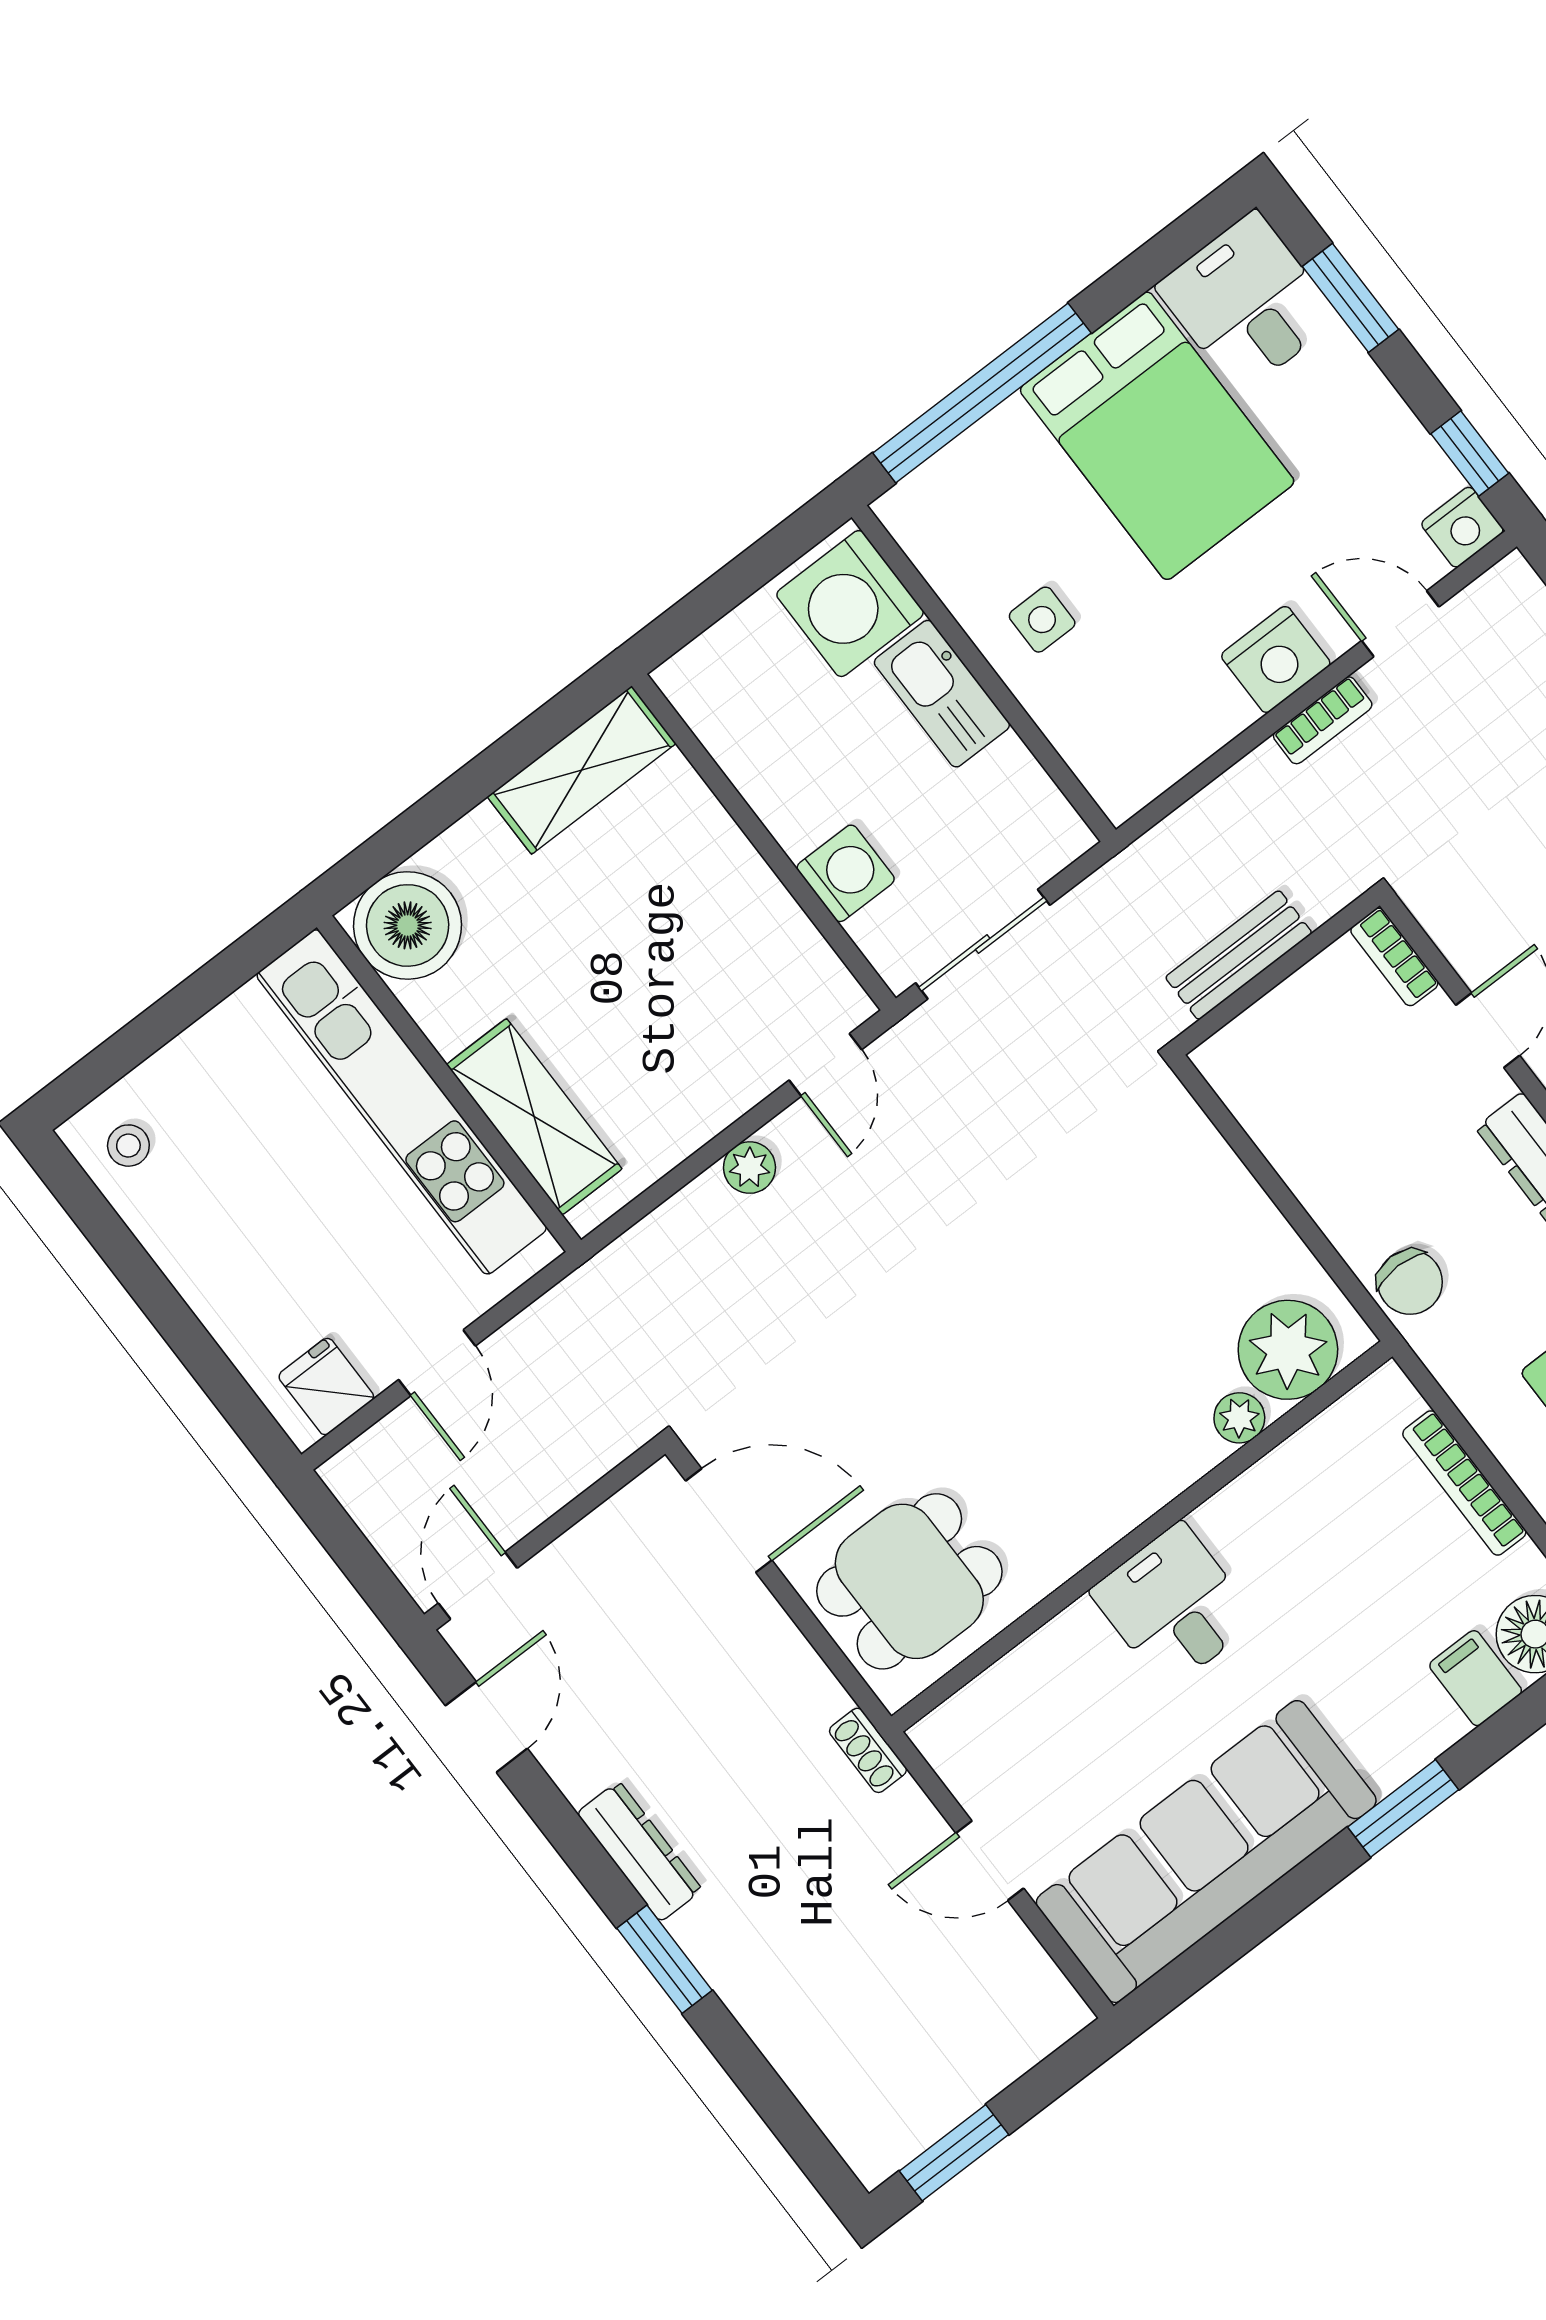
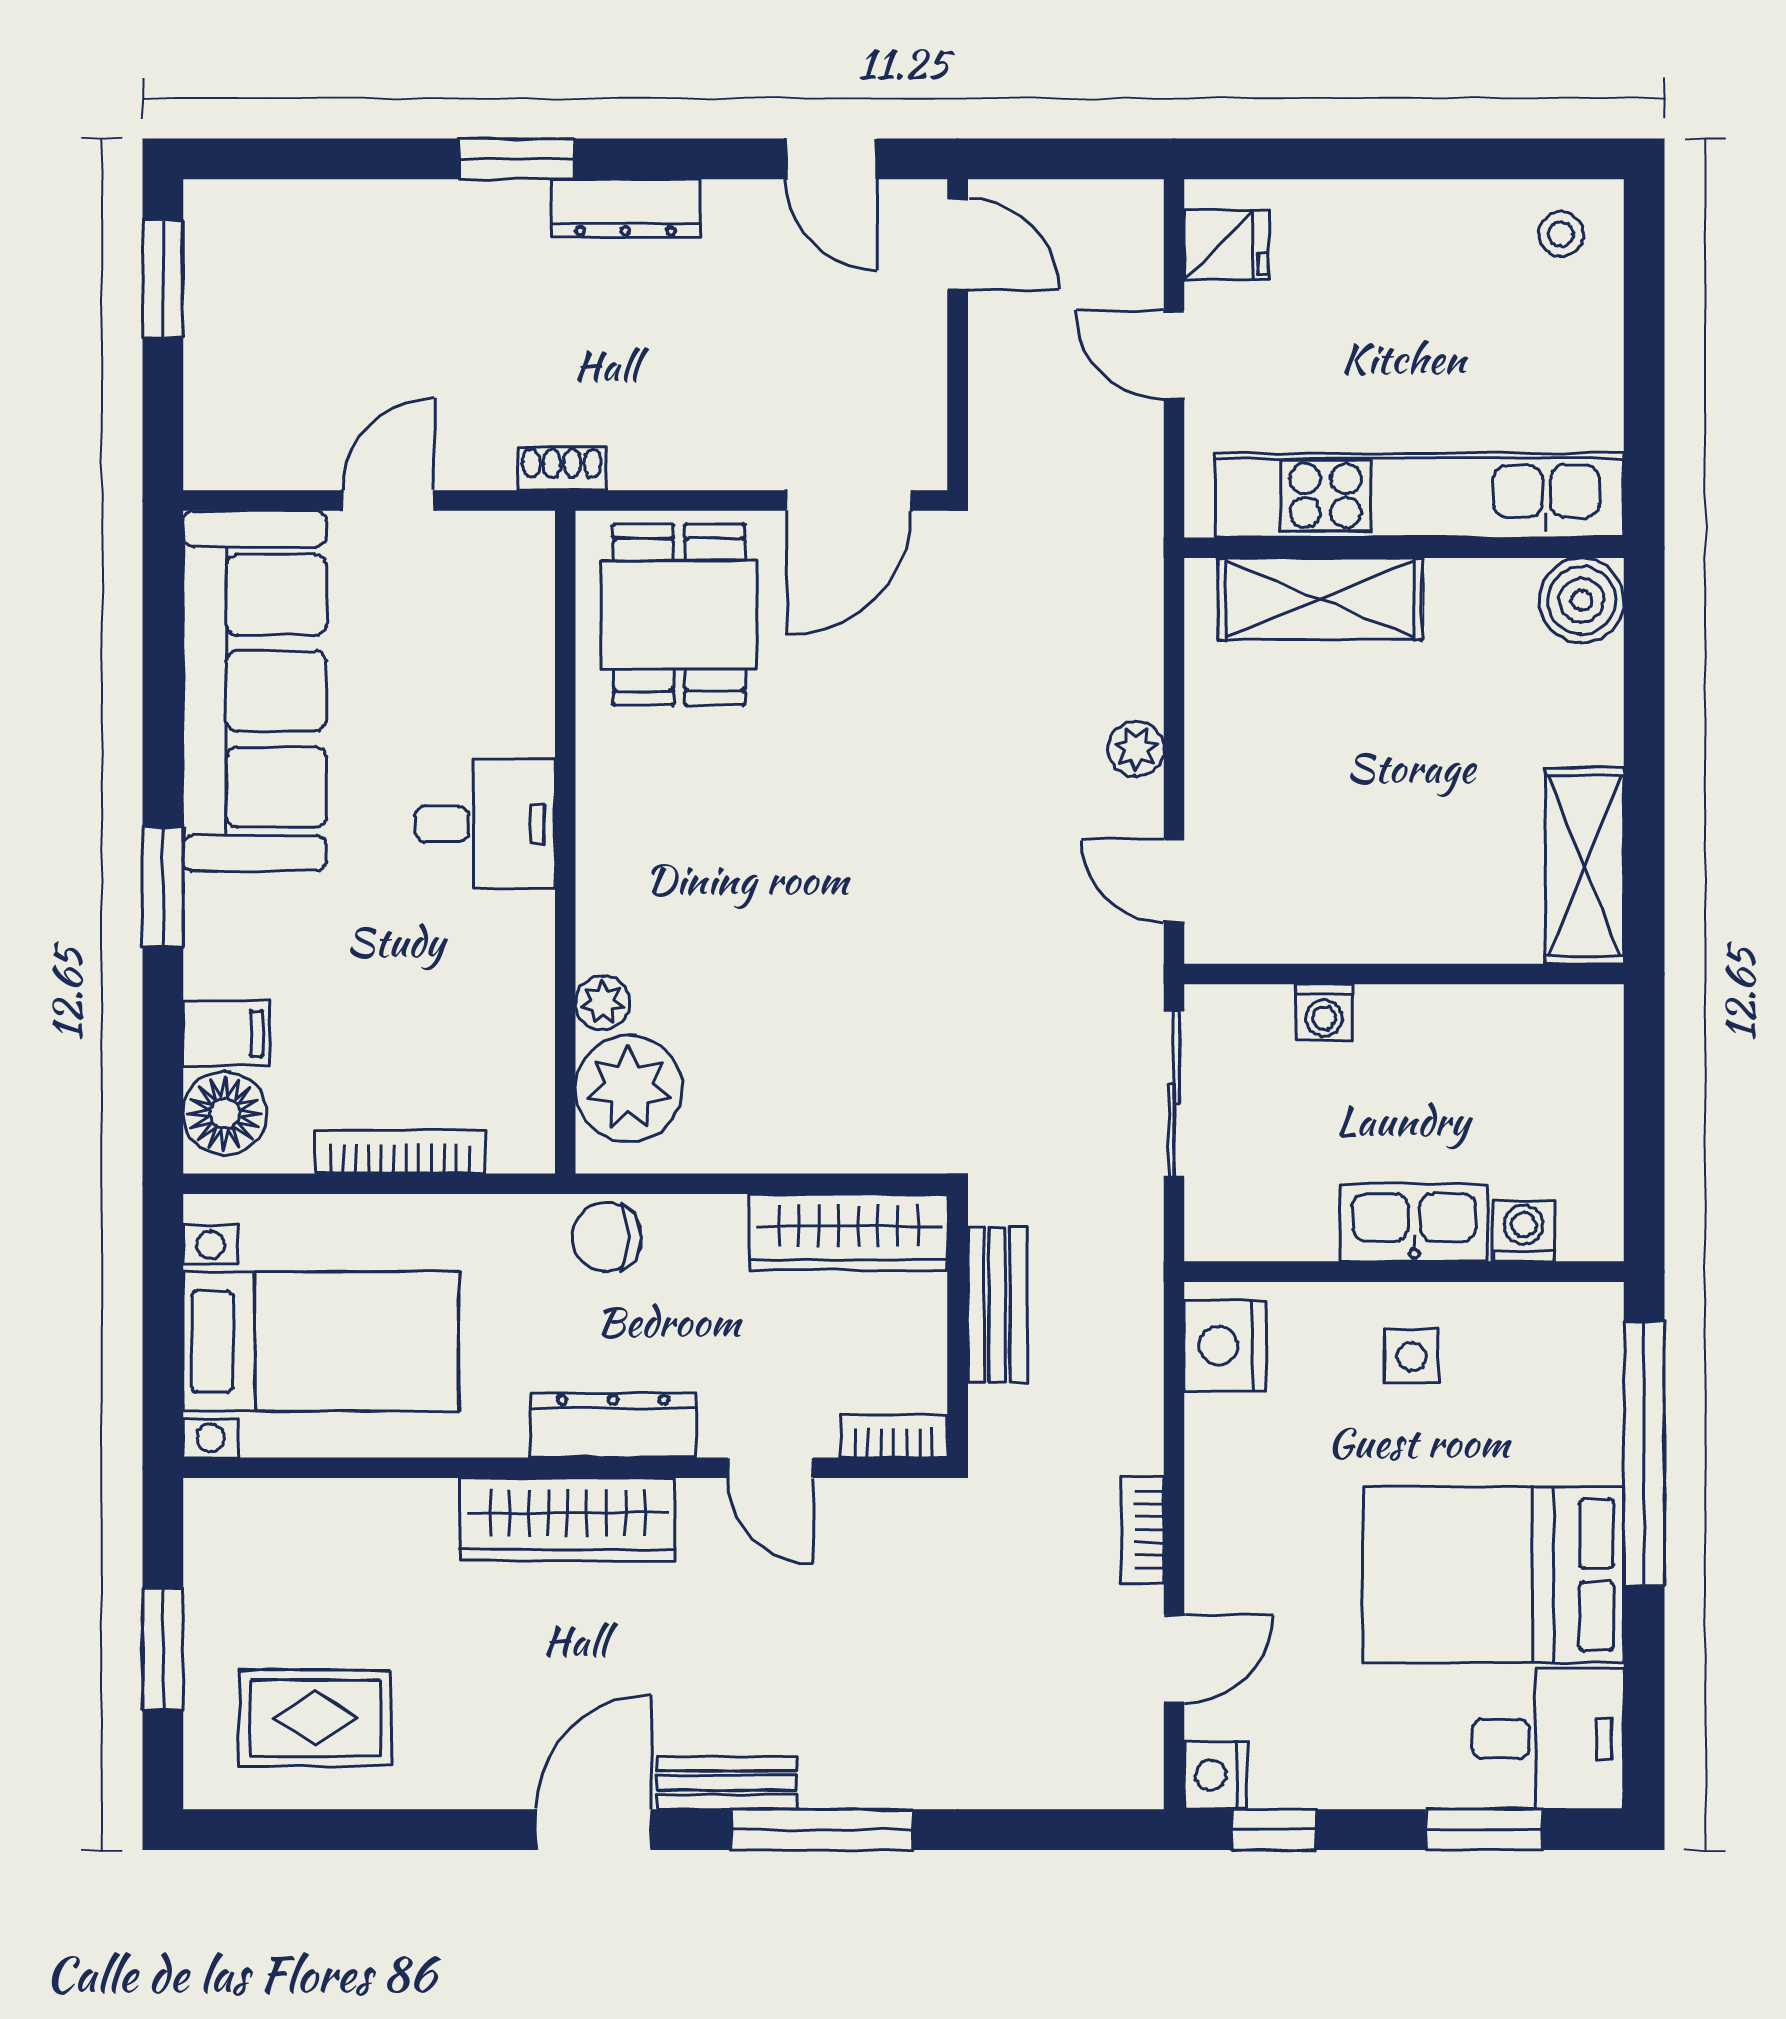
washing machine: (850, 604) -> (1524, 1231), width x0.53, depth x0.53
nightstand: (1276, 660) -> (1225, 1346), moved
washing machine: (846, 873) -> (1324, 1013), width x0.73, depth x0.73
boiler: (408, 925) -> (1582, 600), width x0.73, depth x0.73
wardrobe: (1269, 1106) -> (848, 1232), added

